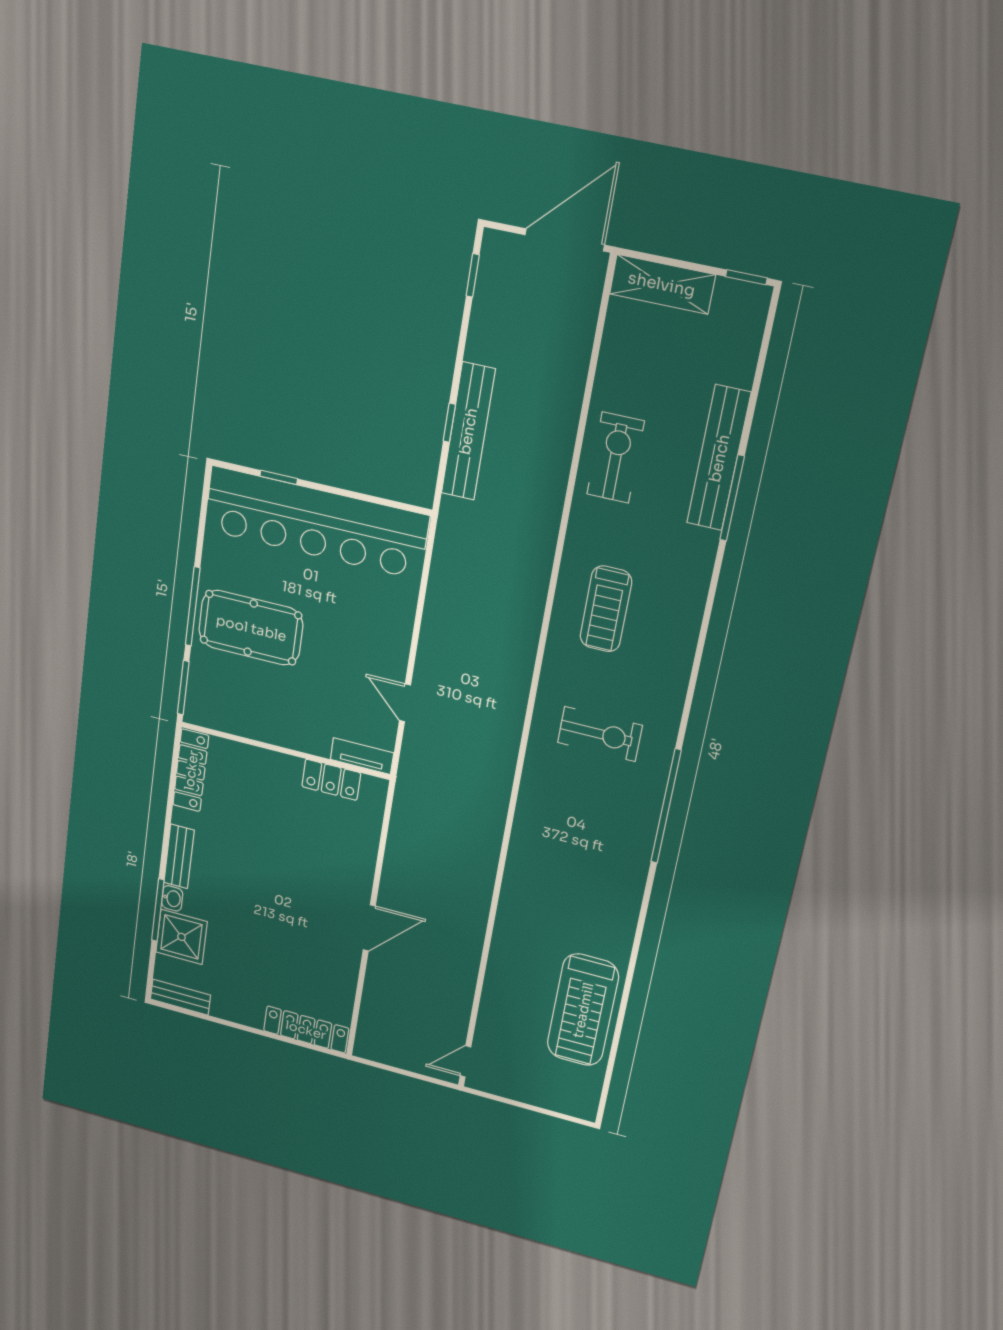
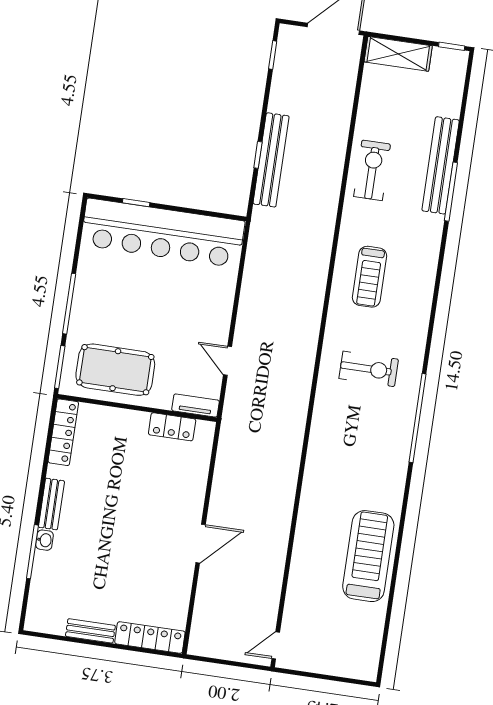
pool table: (251, 628) -> (115, 370), moved
shower: (182, 937) -> (51, 572), removed
bench: (180, 997) -> (90, 631), moved
treadmill: (583, 1010) -> (368, 556), moved, turned 180

